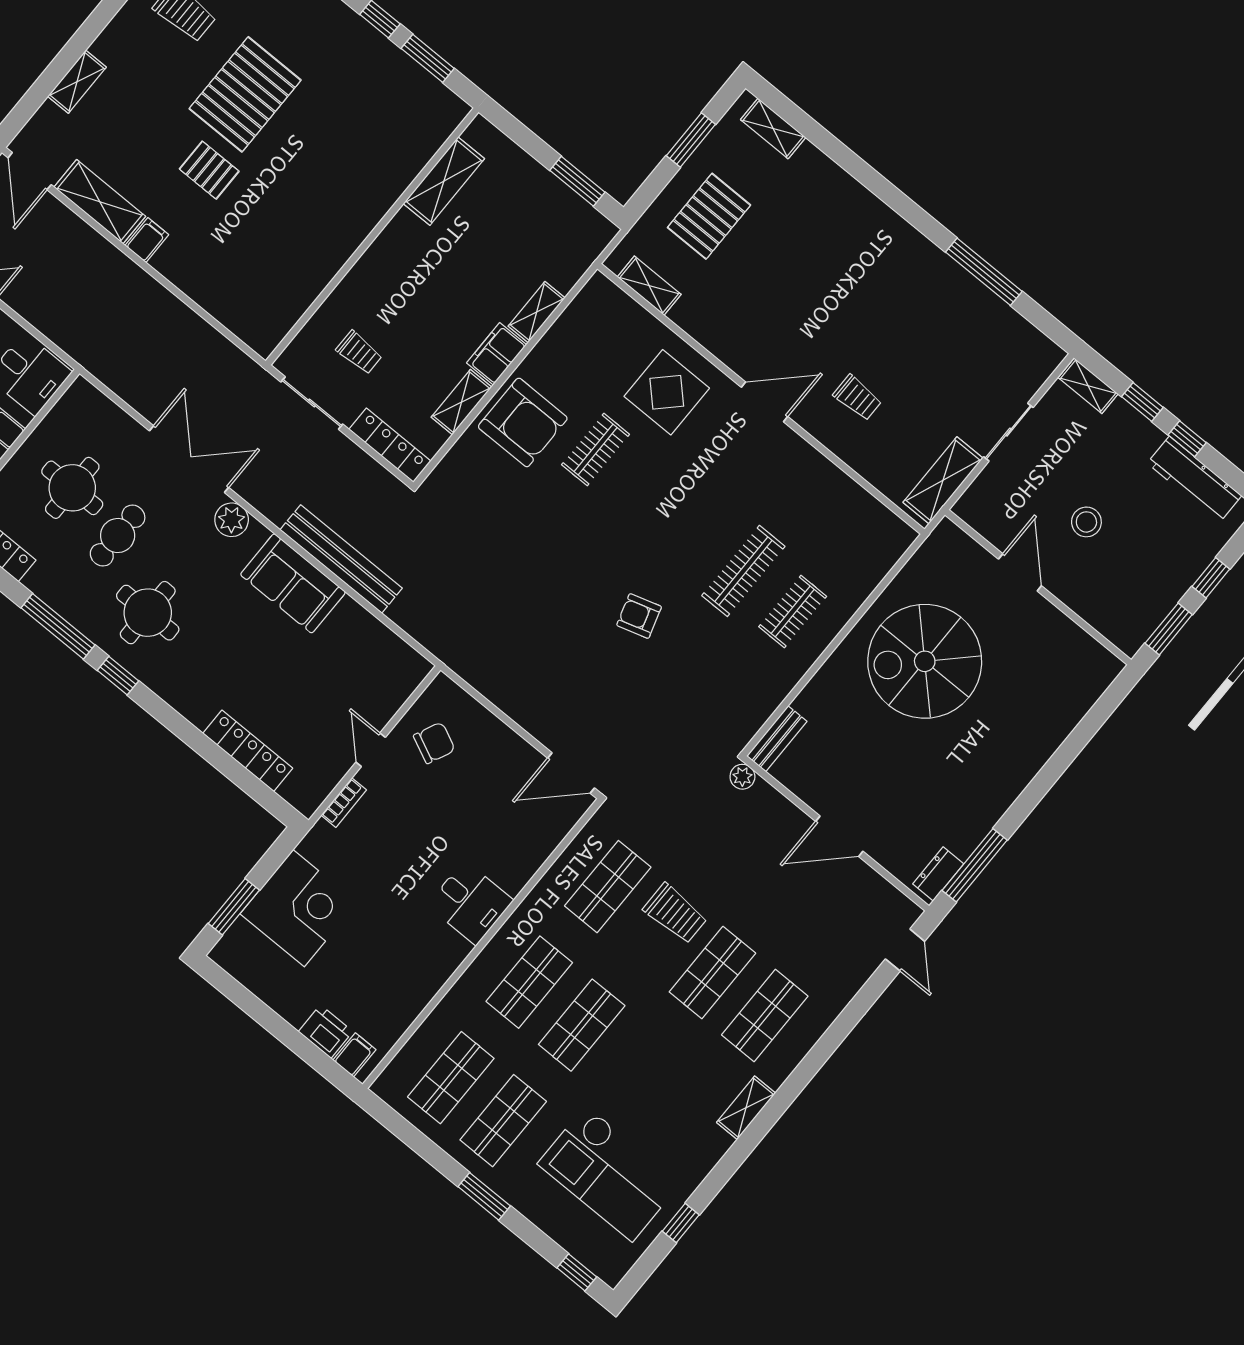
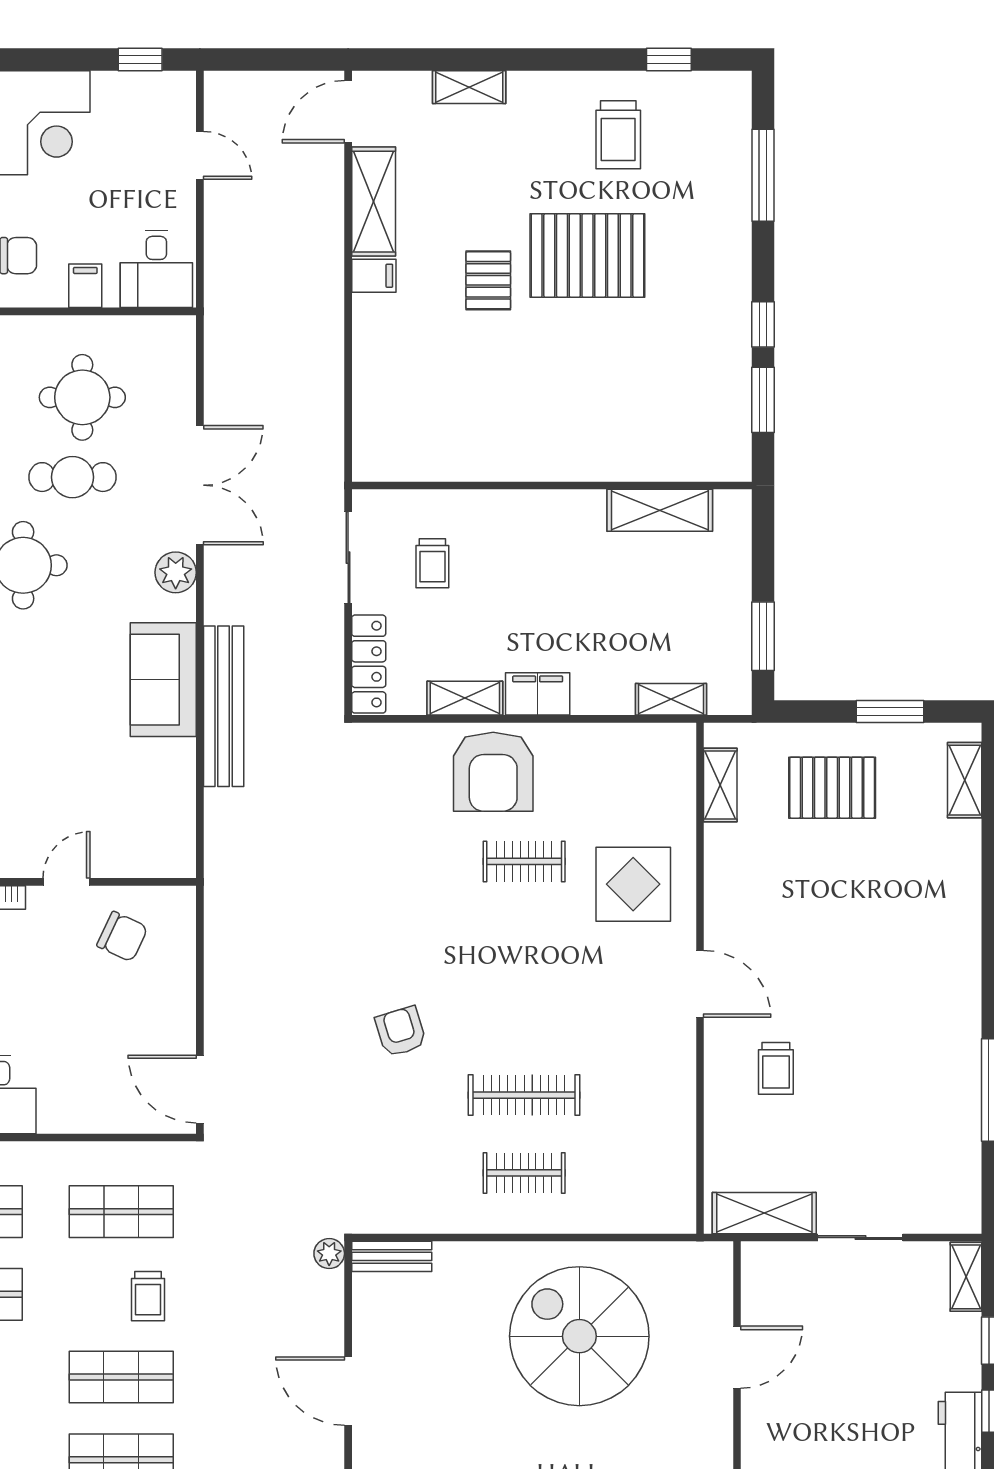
shelving: (537, 312) -> (671, 699), moved
stool: (1086, 522) -> (836, 1381), removed
trolley: (675, 913) -> (148, 1296), width x0.73, depth x0.72

